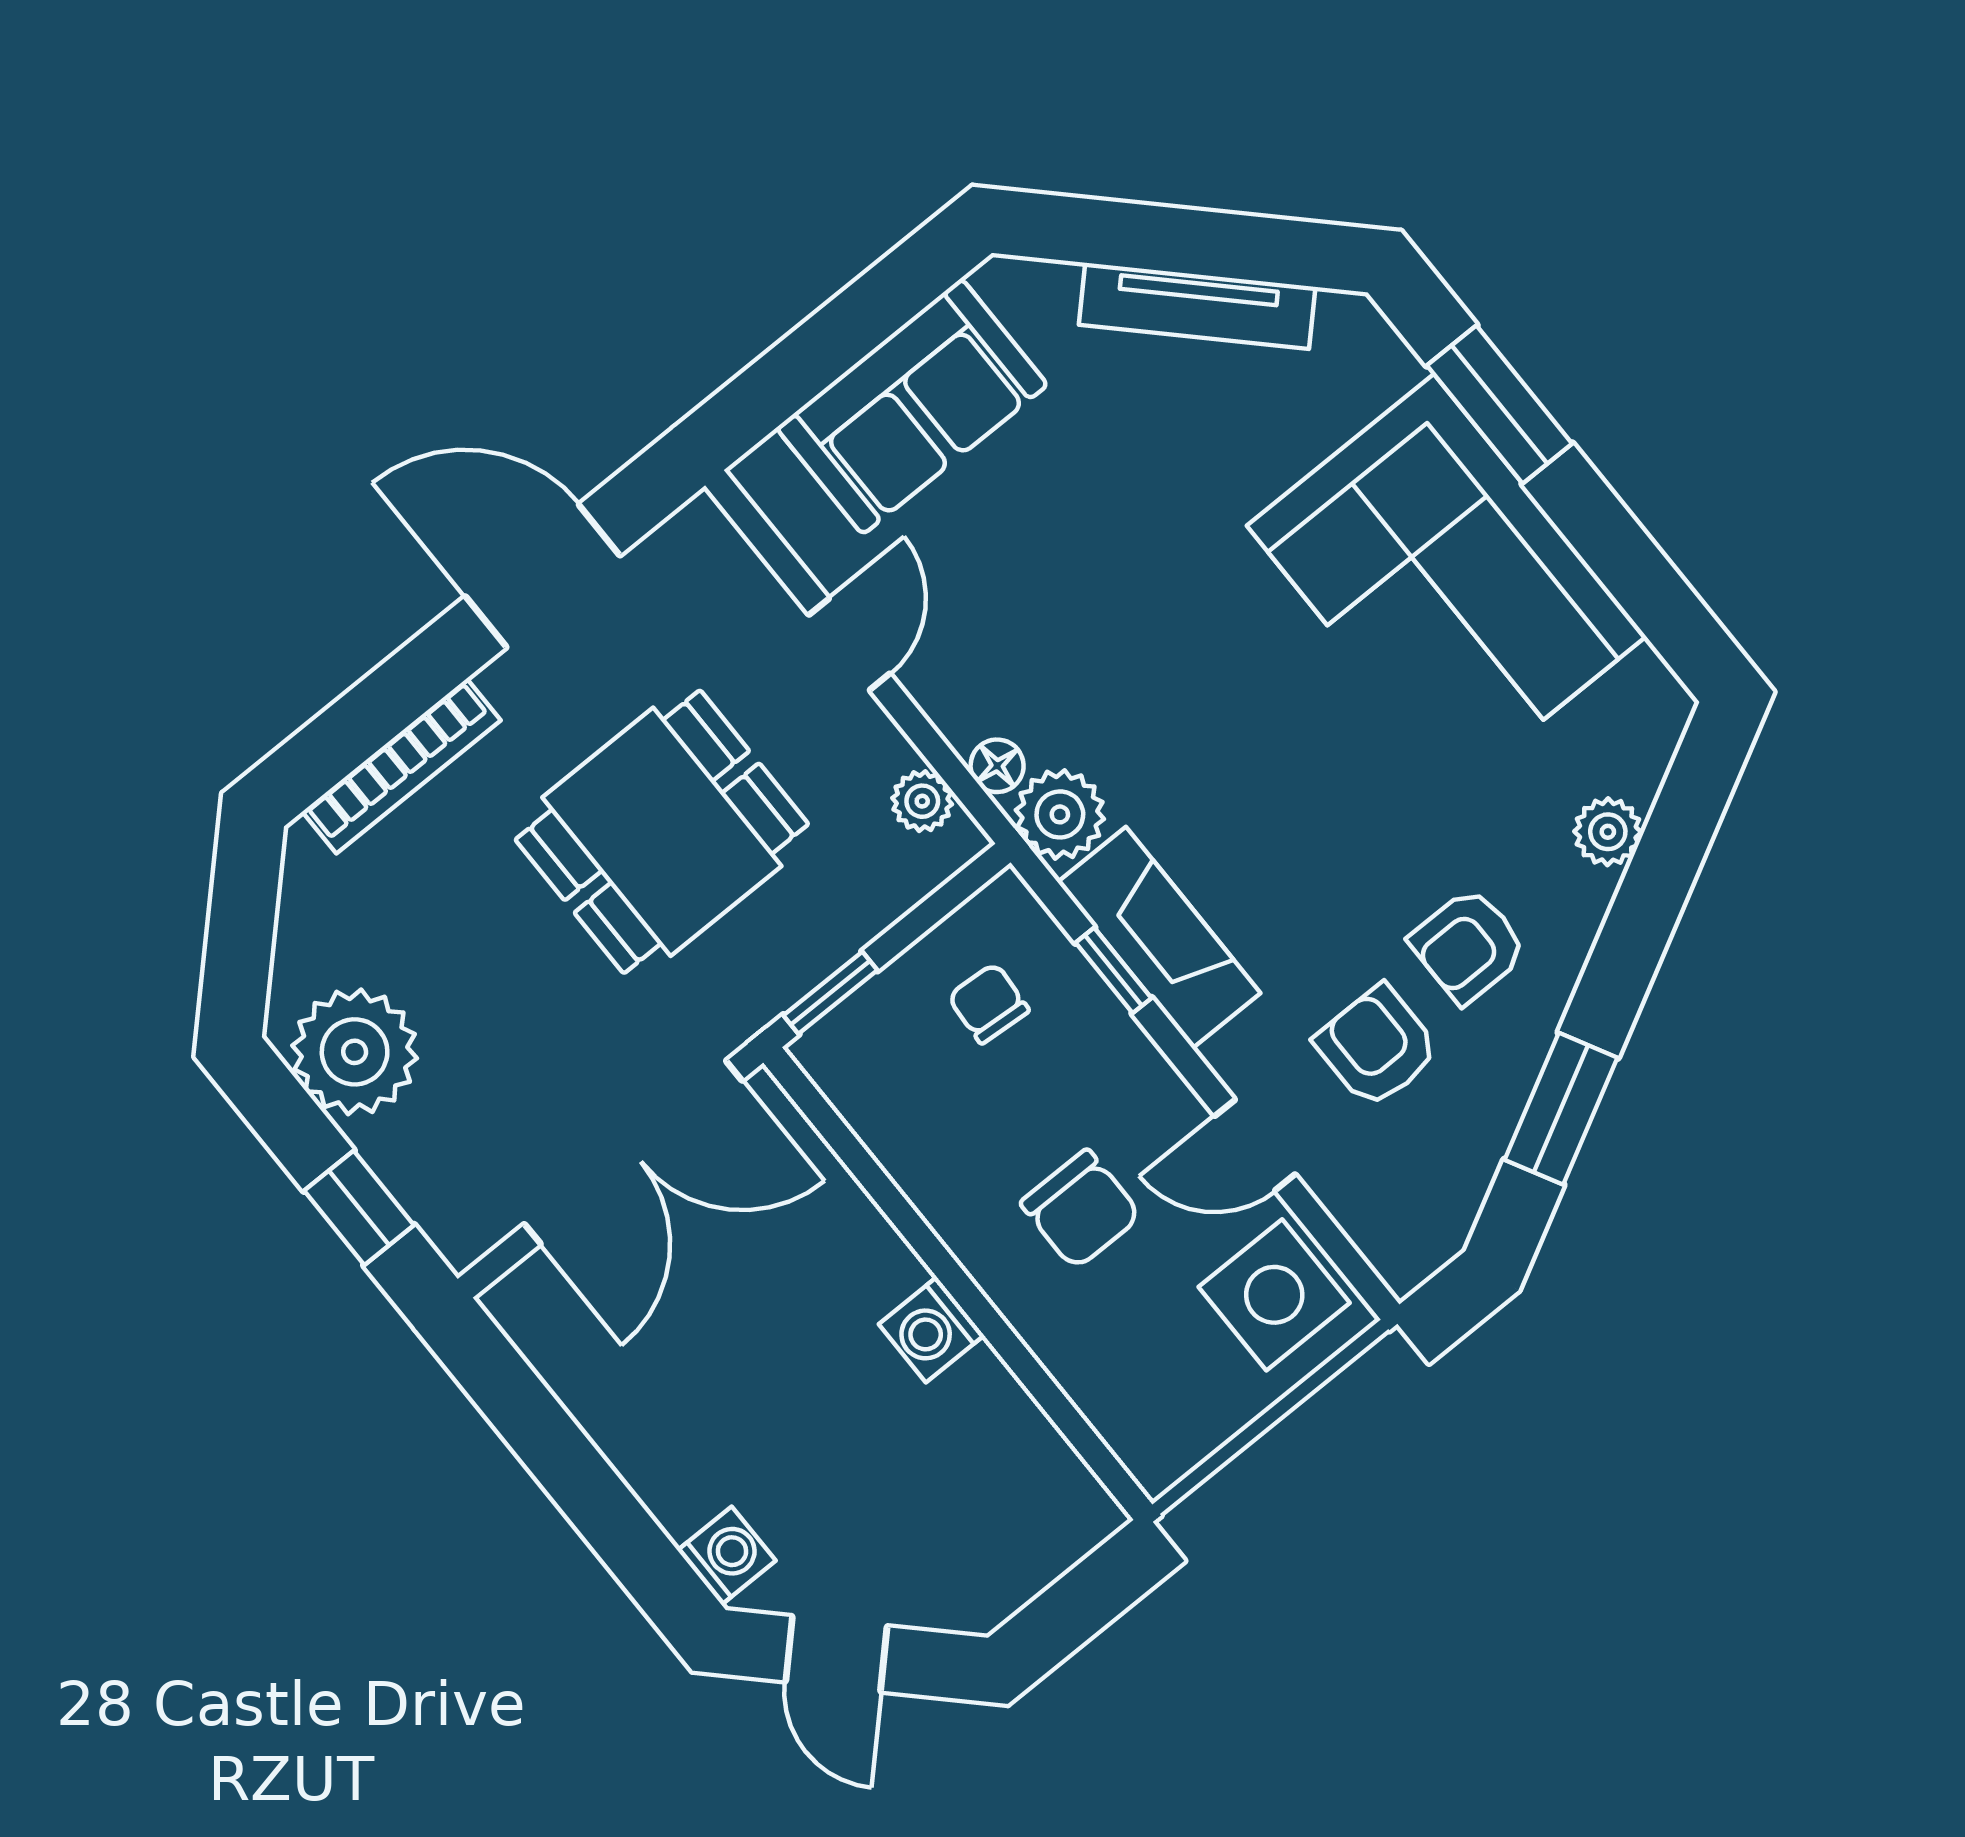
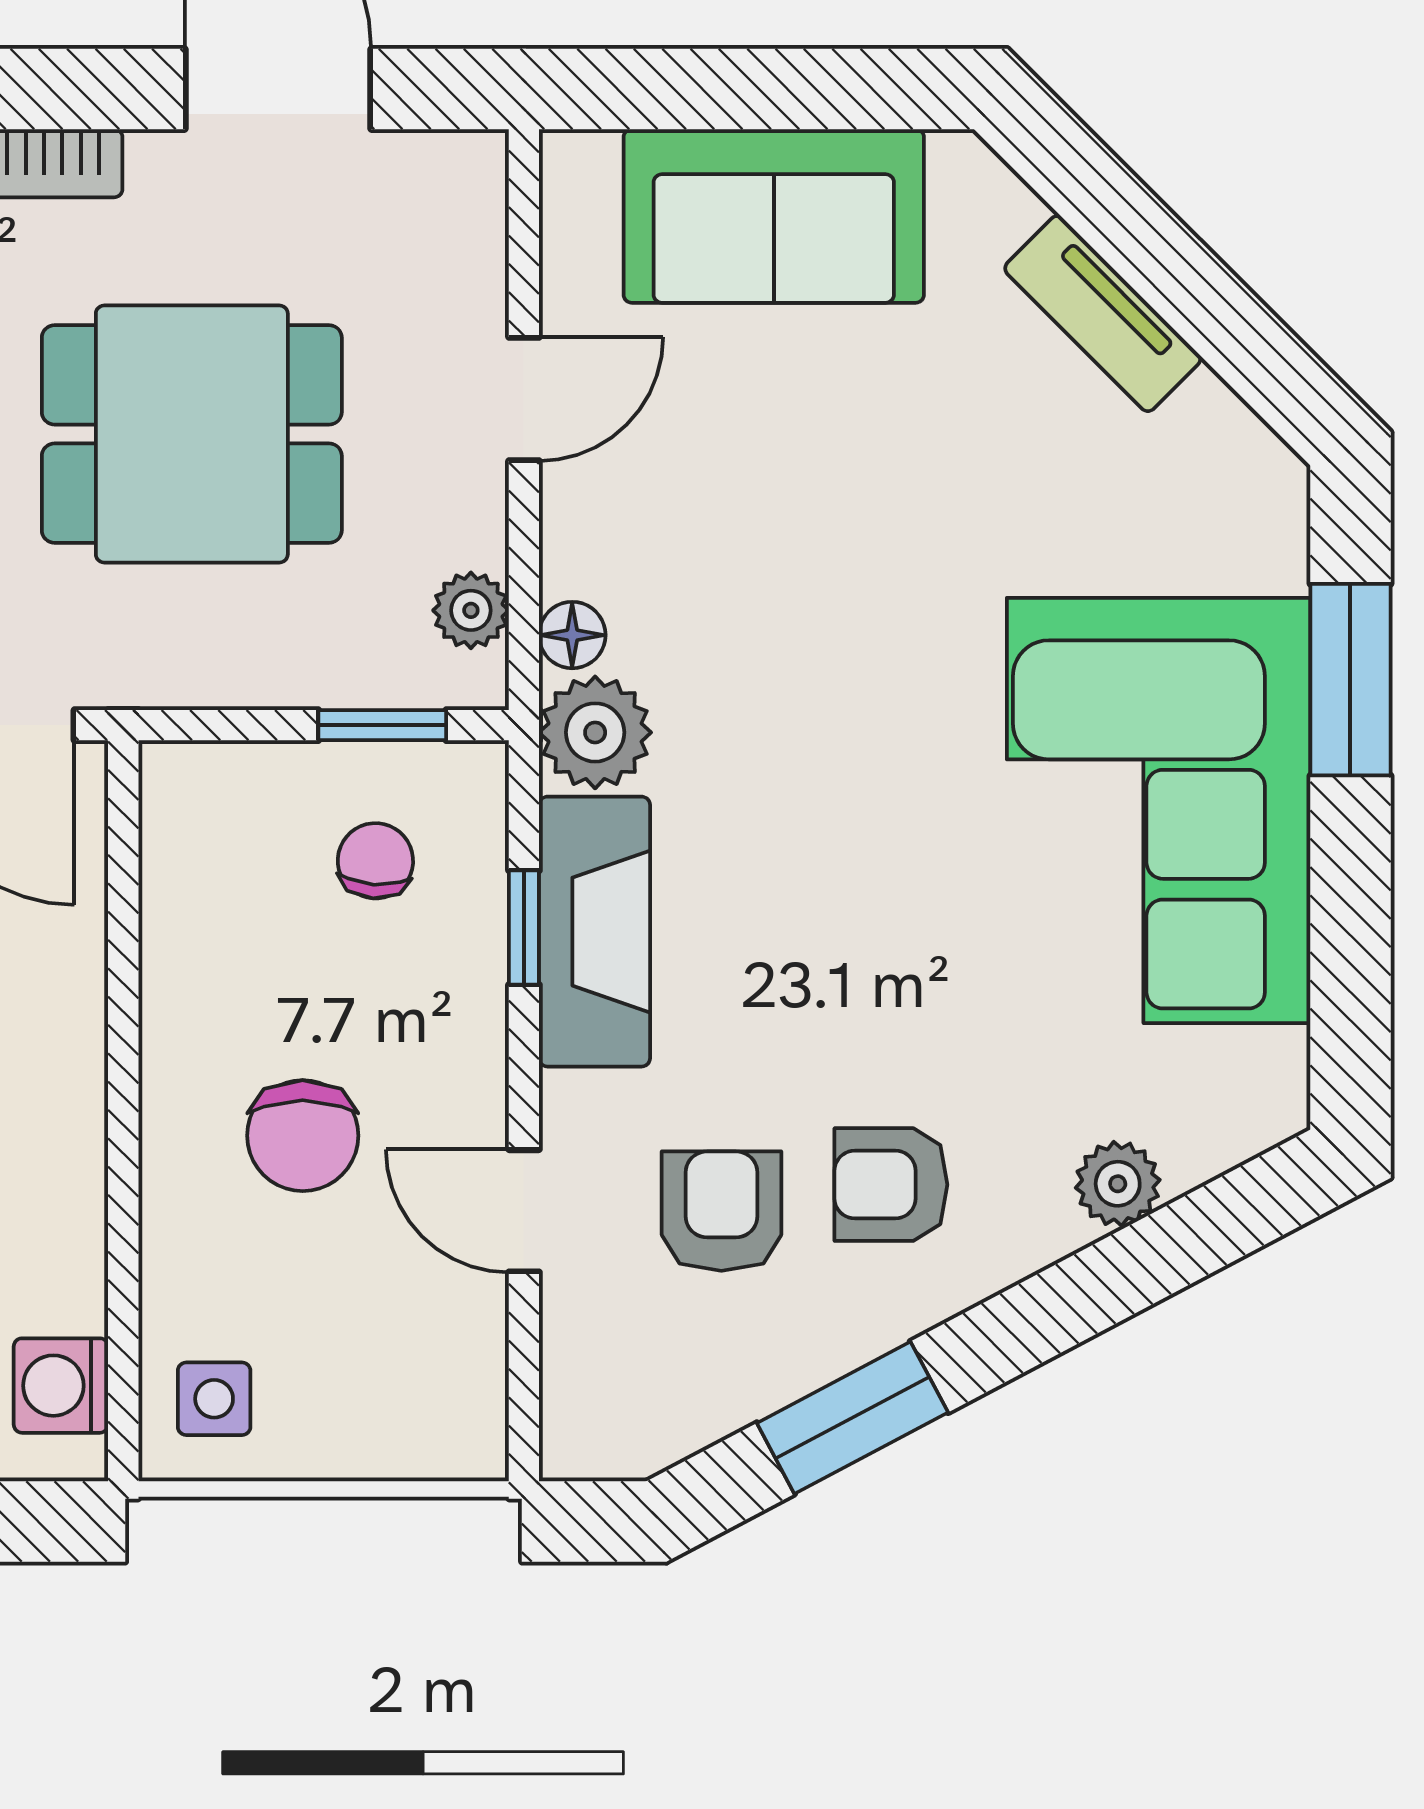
tv unit: (1197, 306) -> (1103, 314), width x0.71
window: (830, 993) -> (382, 725), moved
side table: (1274, 1295) -> (214, 1399), moved, width x0.54, depth x0.54
washing machine: (931, 1330) -> (61, 1386), moved

